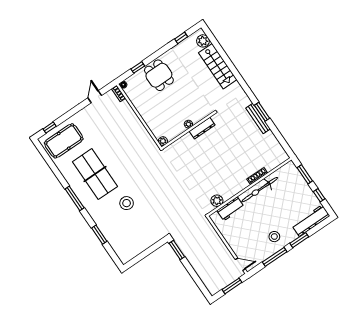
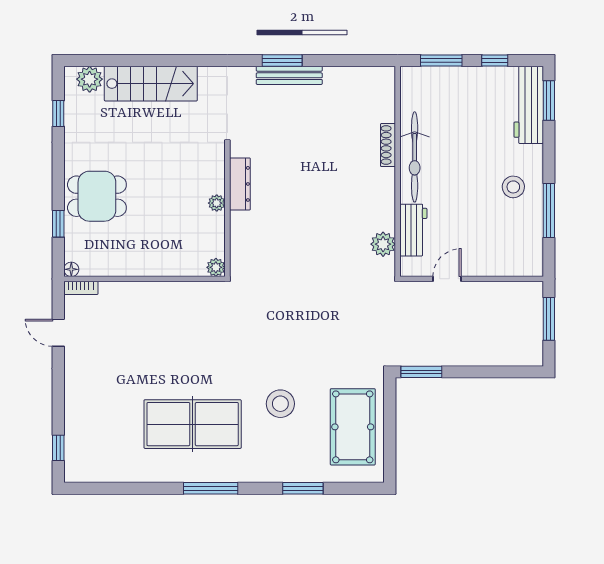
pool table: (64, 141) -> (353, 427), moved
window: (299, 240) -> (549, 101), moved
door: (240, 264) -> (447, 279), moved

